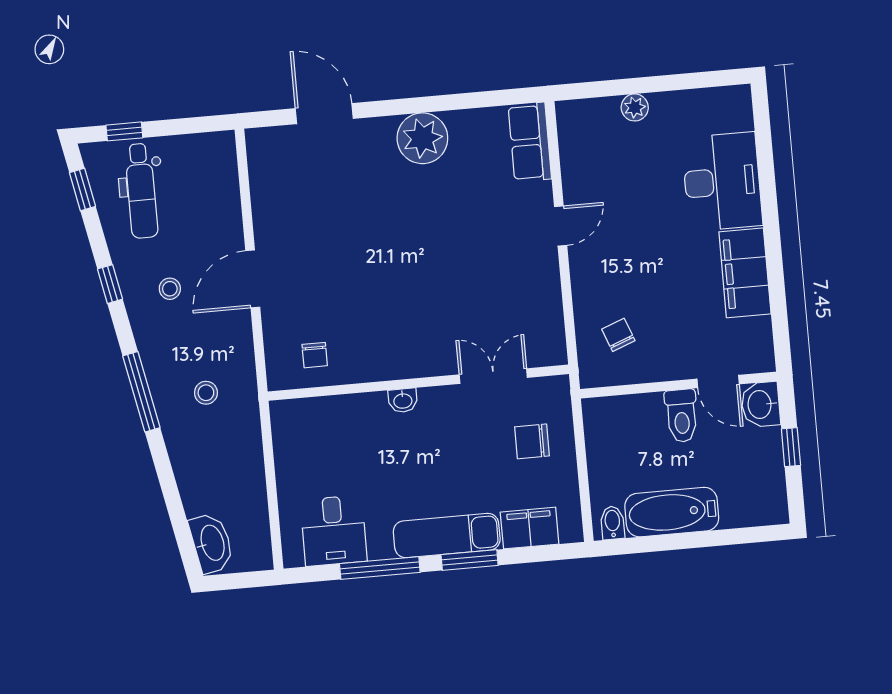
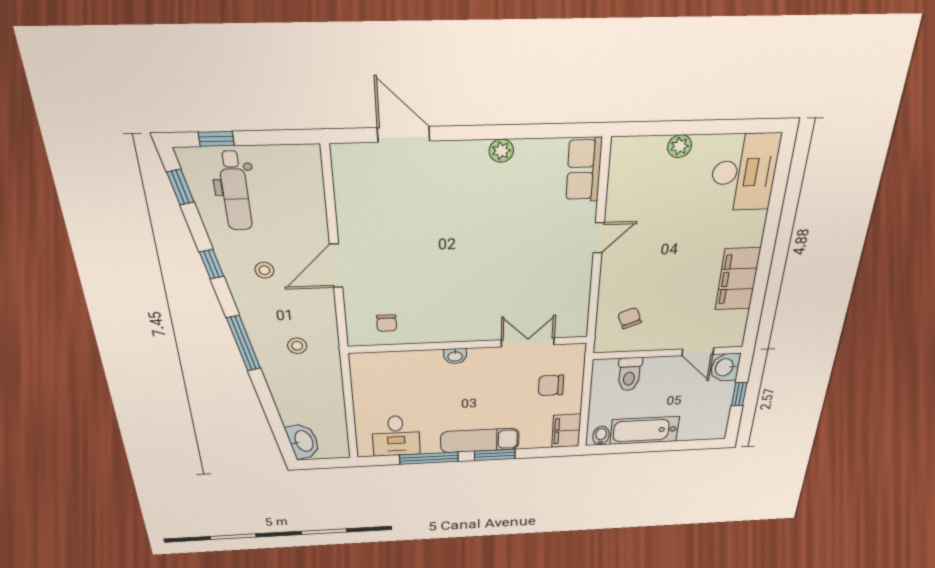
plant: (422, 138) -> (501, 151), width x0.53, depth x0.53
desk: (722, 182) -> (744, 172), moved
toilet: (681, 416) -> (629, 374), moved
filing cabinet: (530, 528) -> (566, 431), moved, turned -90

